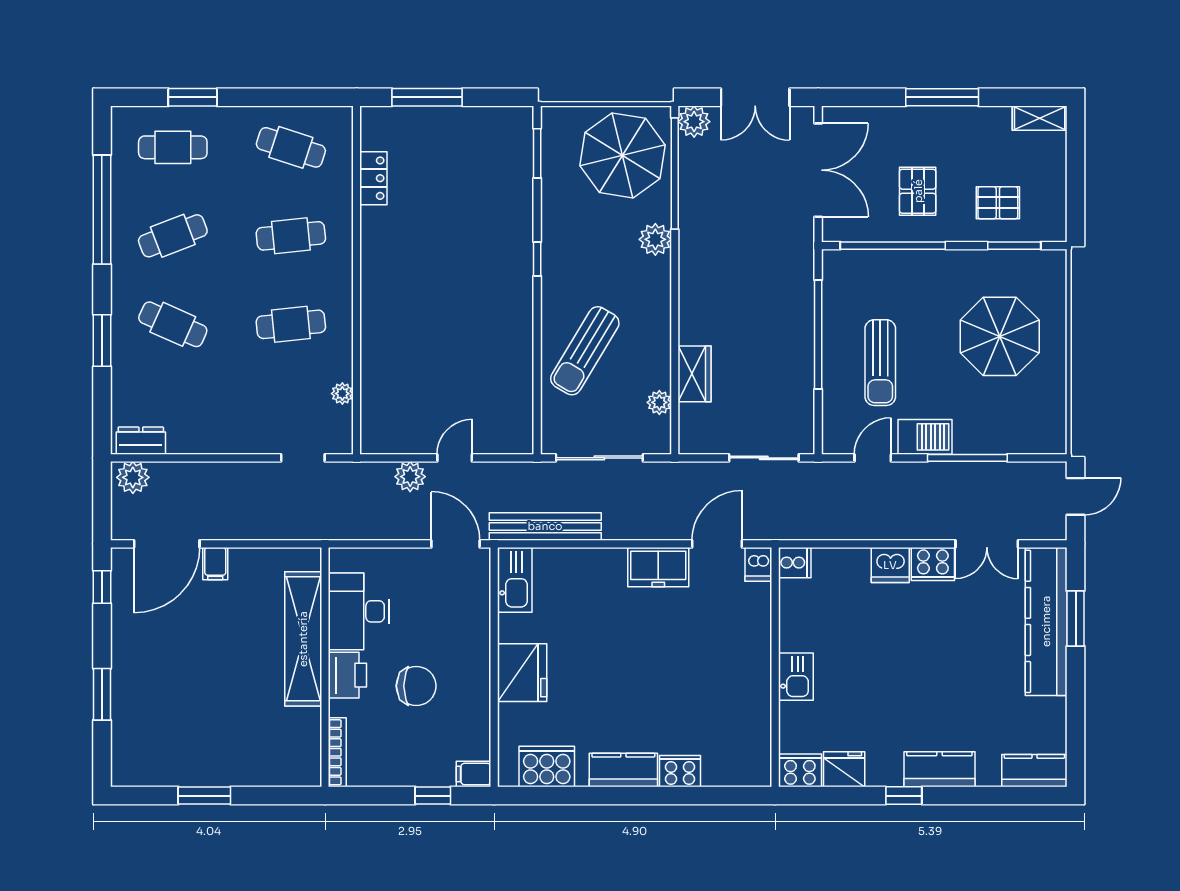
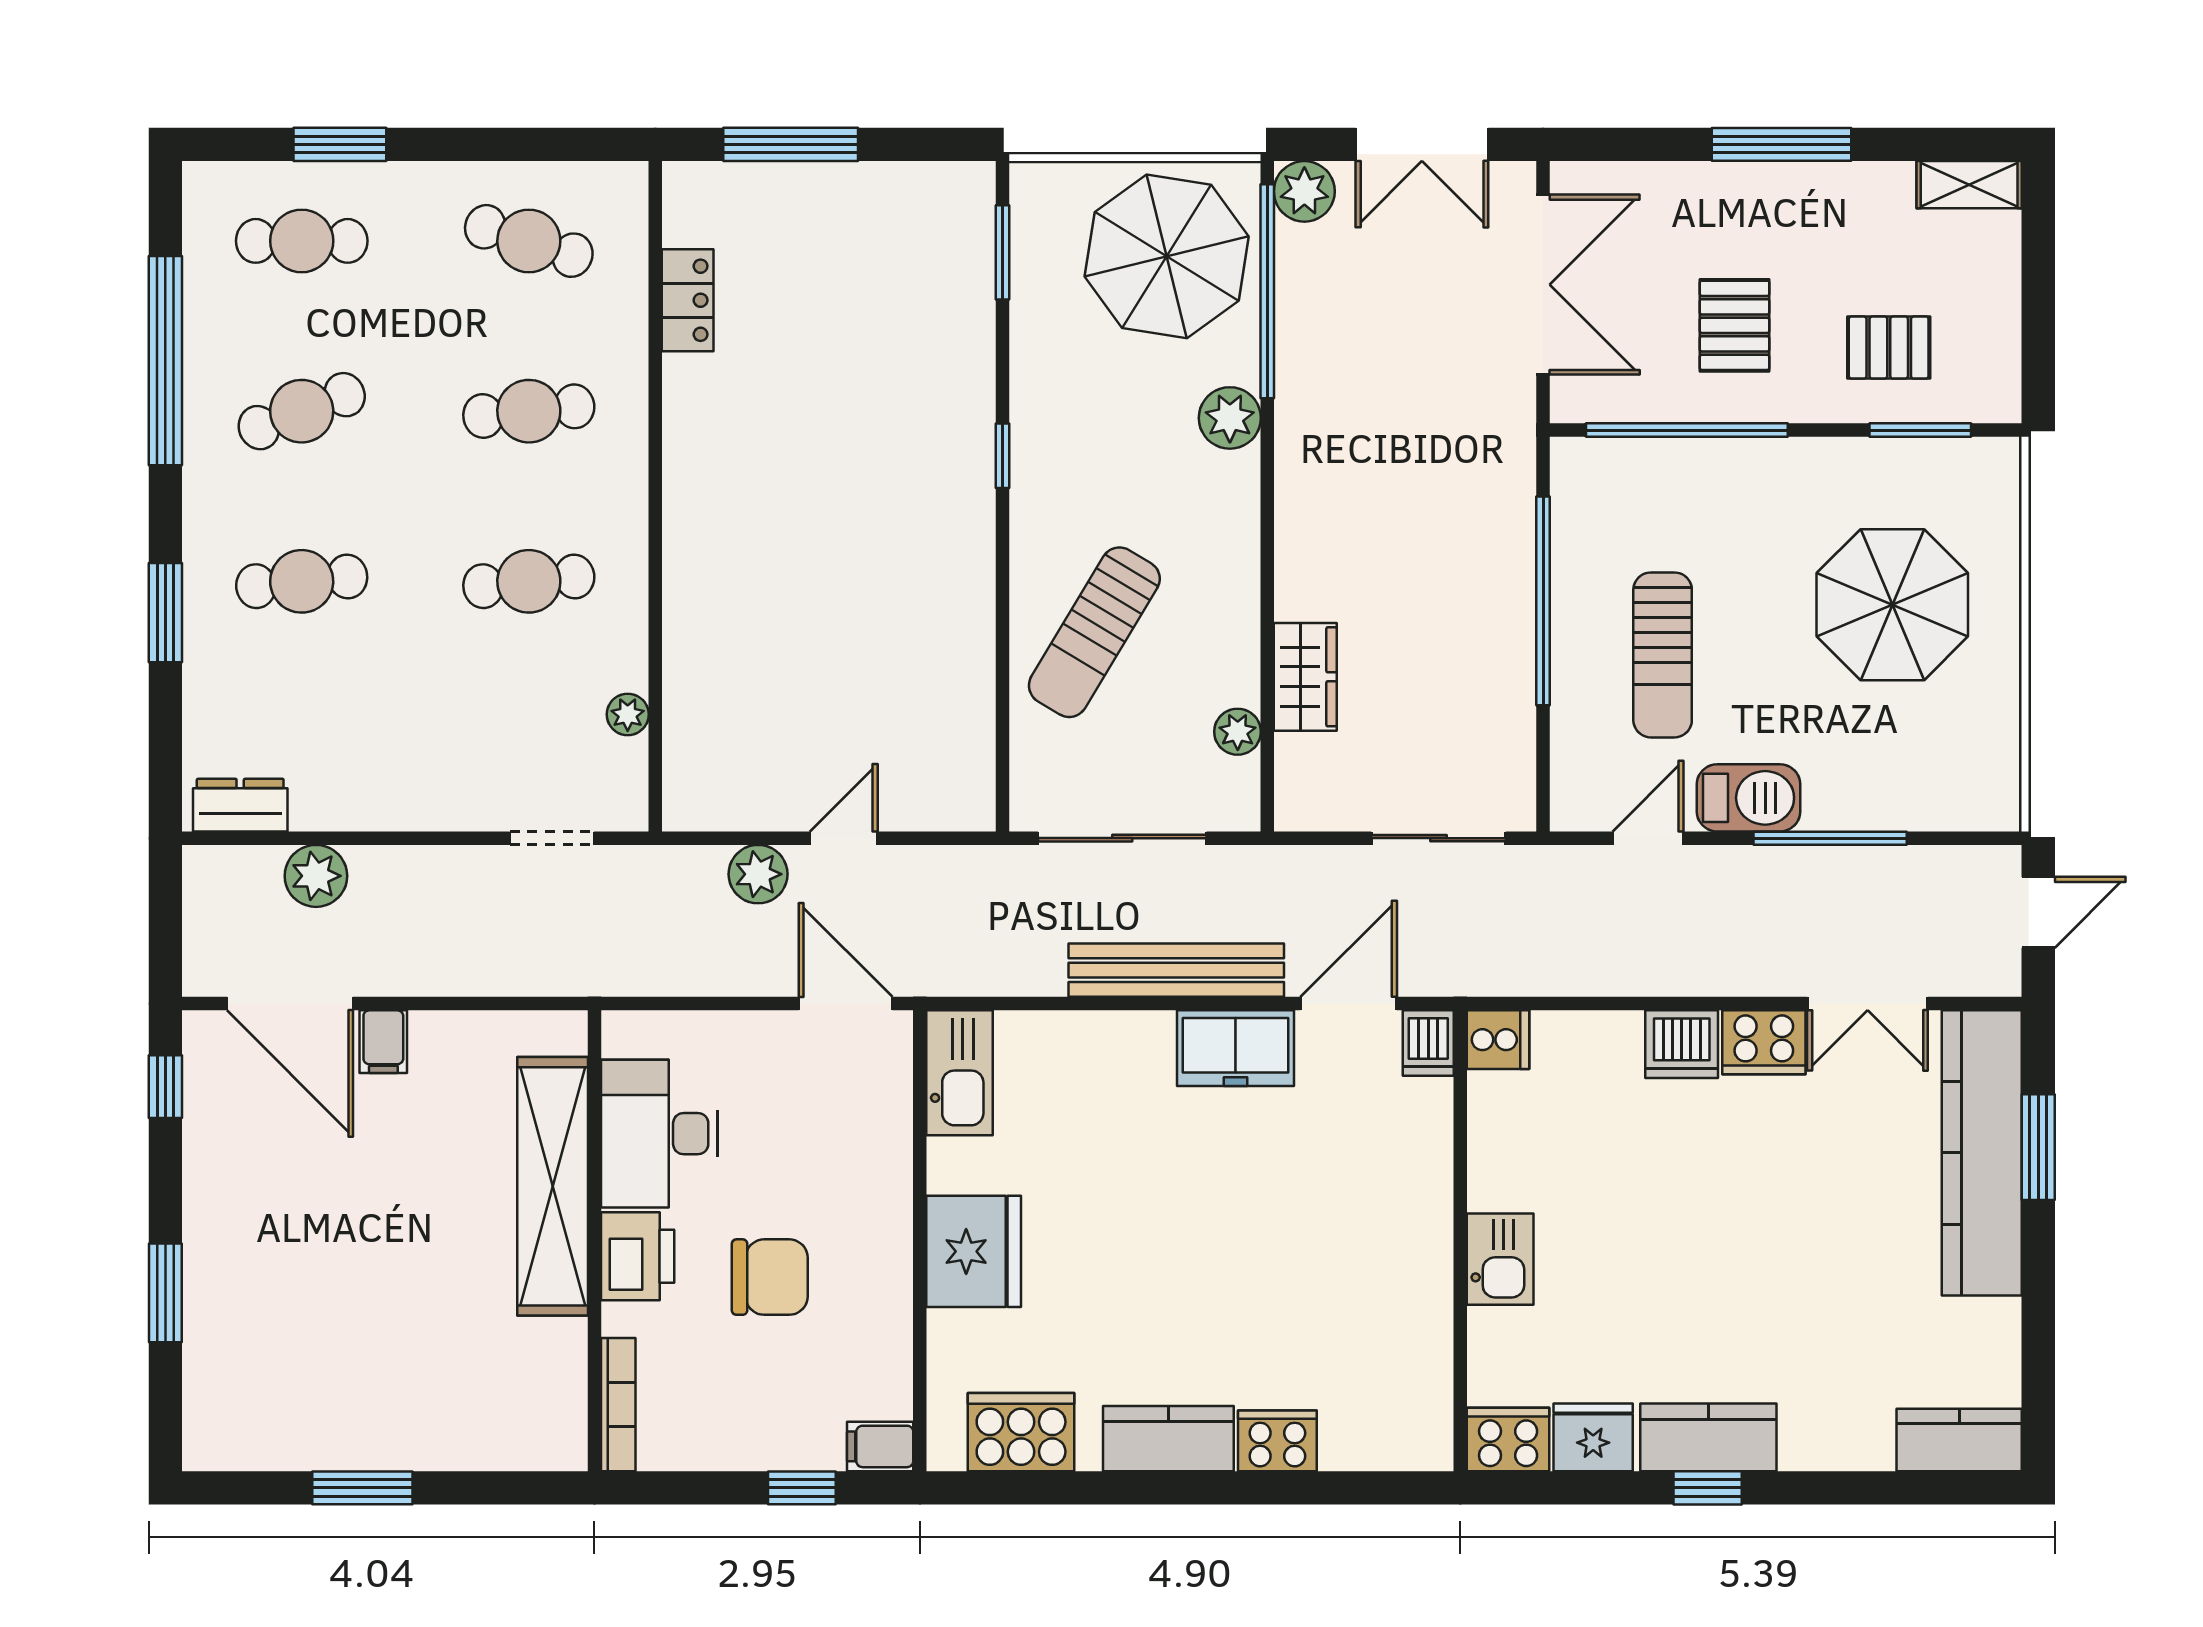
cafe table: (173, 324) -> (302, 581), turned -30
plant: (133, 477) -> (316, 876), moved
bench: (545, 526) -> (1176, 970), moved
door: (167, 544) -> (290, 1004), hinge flipped
kitchen counter: (939, 769) -> (1708, 1437), moved

